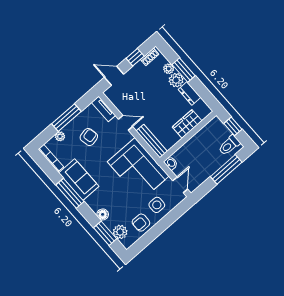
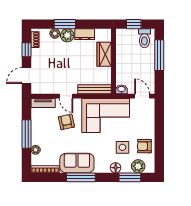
door: (126, 123) -> (66, 96), swing flipped
armchair: (89, 137) -> (66, 122), moved
side table: (157, 205) -> (122, 147), moved
armchair: (141, 223) -> (144, 146), turned 90

